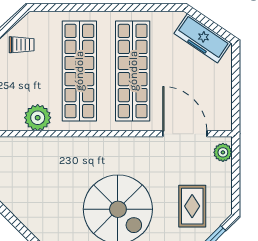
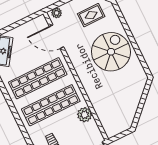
door: (185, 134) -> (56, 37), hinge flipped

